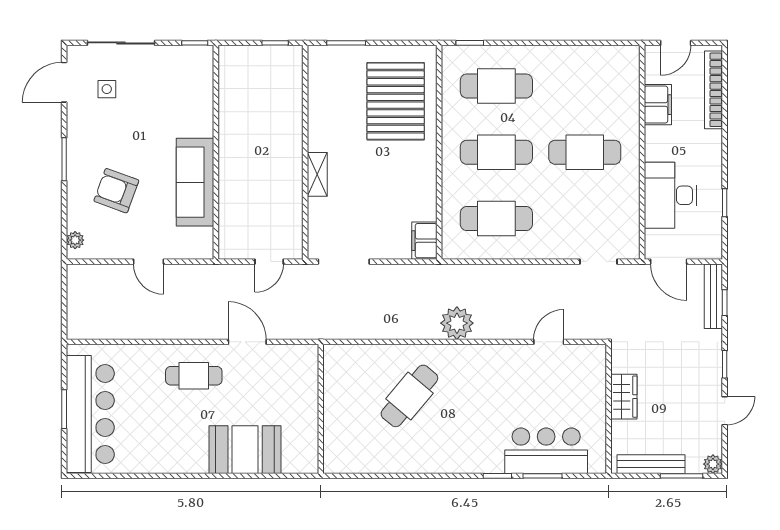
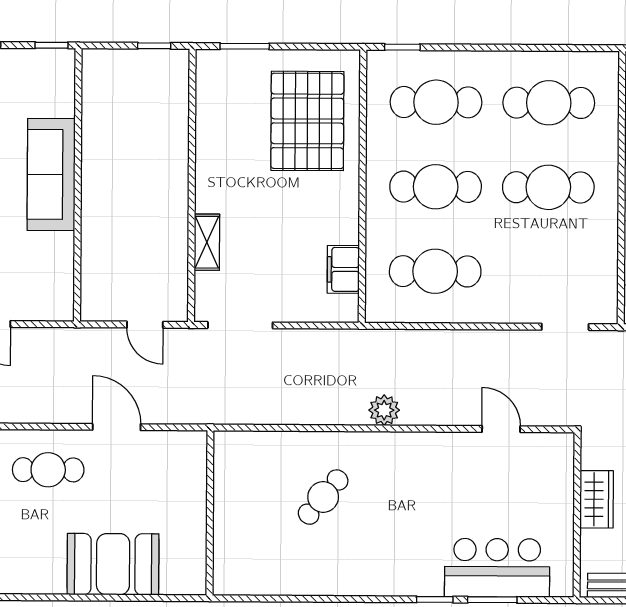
cafe table: (585, 86) -> (549, 103), added
shelving: (317, 174) -> (207, 242), moved
sofa: (195, 182) -> (51, 174), moved
filing cabinet: (424, 241) -> (343, 269), moved
door: (269, 262) -> (145, 325), hinge flipped
plant: (457, 323) -> (384, 410), width x0.73, depth x0.73
door: (549, 342) -> (501, 429), hinge flipped
cafe table: (409, 396) -> (323, 497), width x0.73, depth x0.74

